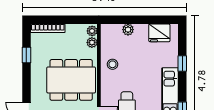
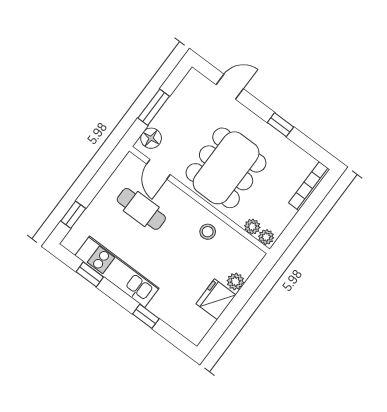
fridge: (159, 33) -> (216, 299), moved
window: (26, 55) -> (280, 125), moved

